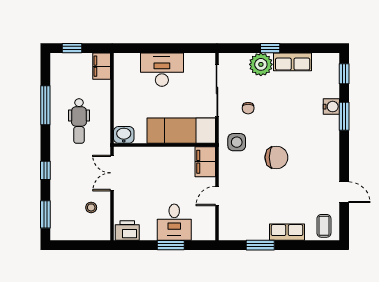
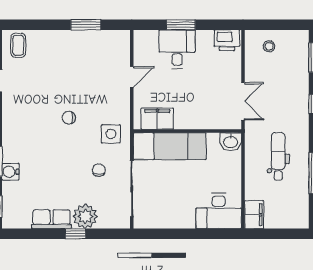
window: (72, 48) -> (286, 234), removed
desk: (162, 70) -> (219, 211), moved
chair: (276, 157) -> (69, 118), width x0.54, depth x0.54
filing cabinet: (205, 162) -> (157, 119), moved, turned -90
stool: (91, 207) -> (269, 46), moved
row of seats: (287, 232) -> (57, 39), removed

